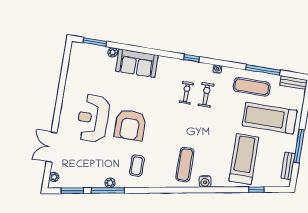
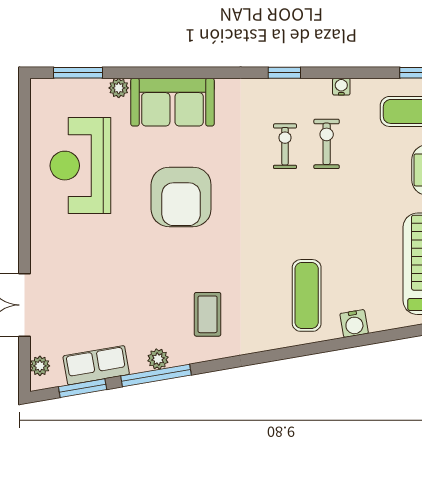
reception desk: (93, 118) -> (80, 166), moved
armchair: (130, 125) -> (181, 197), moved
row of seats: (81, 181) -> (96, 365), added

